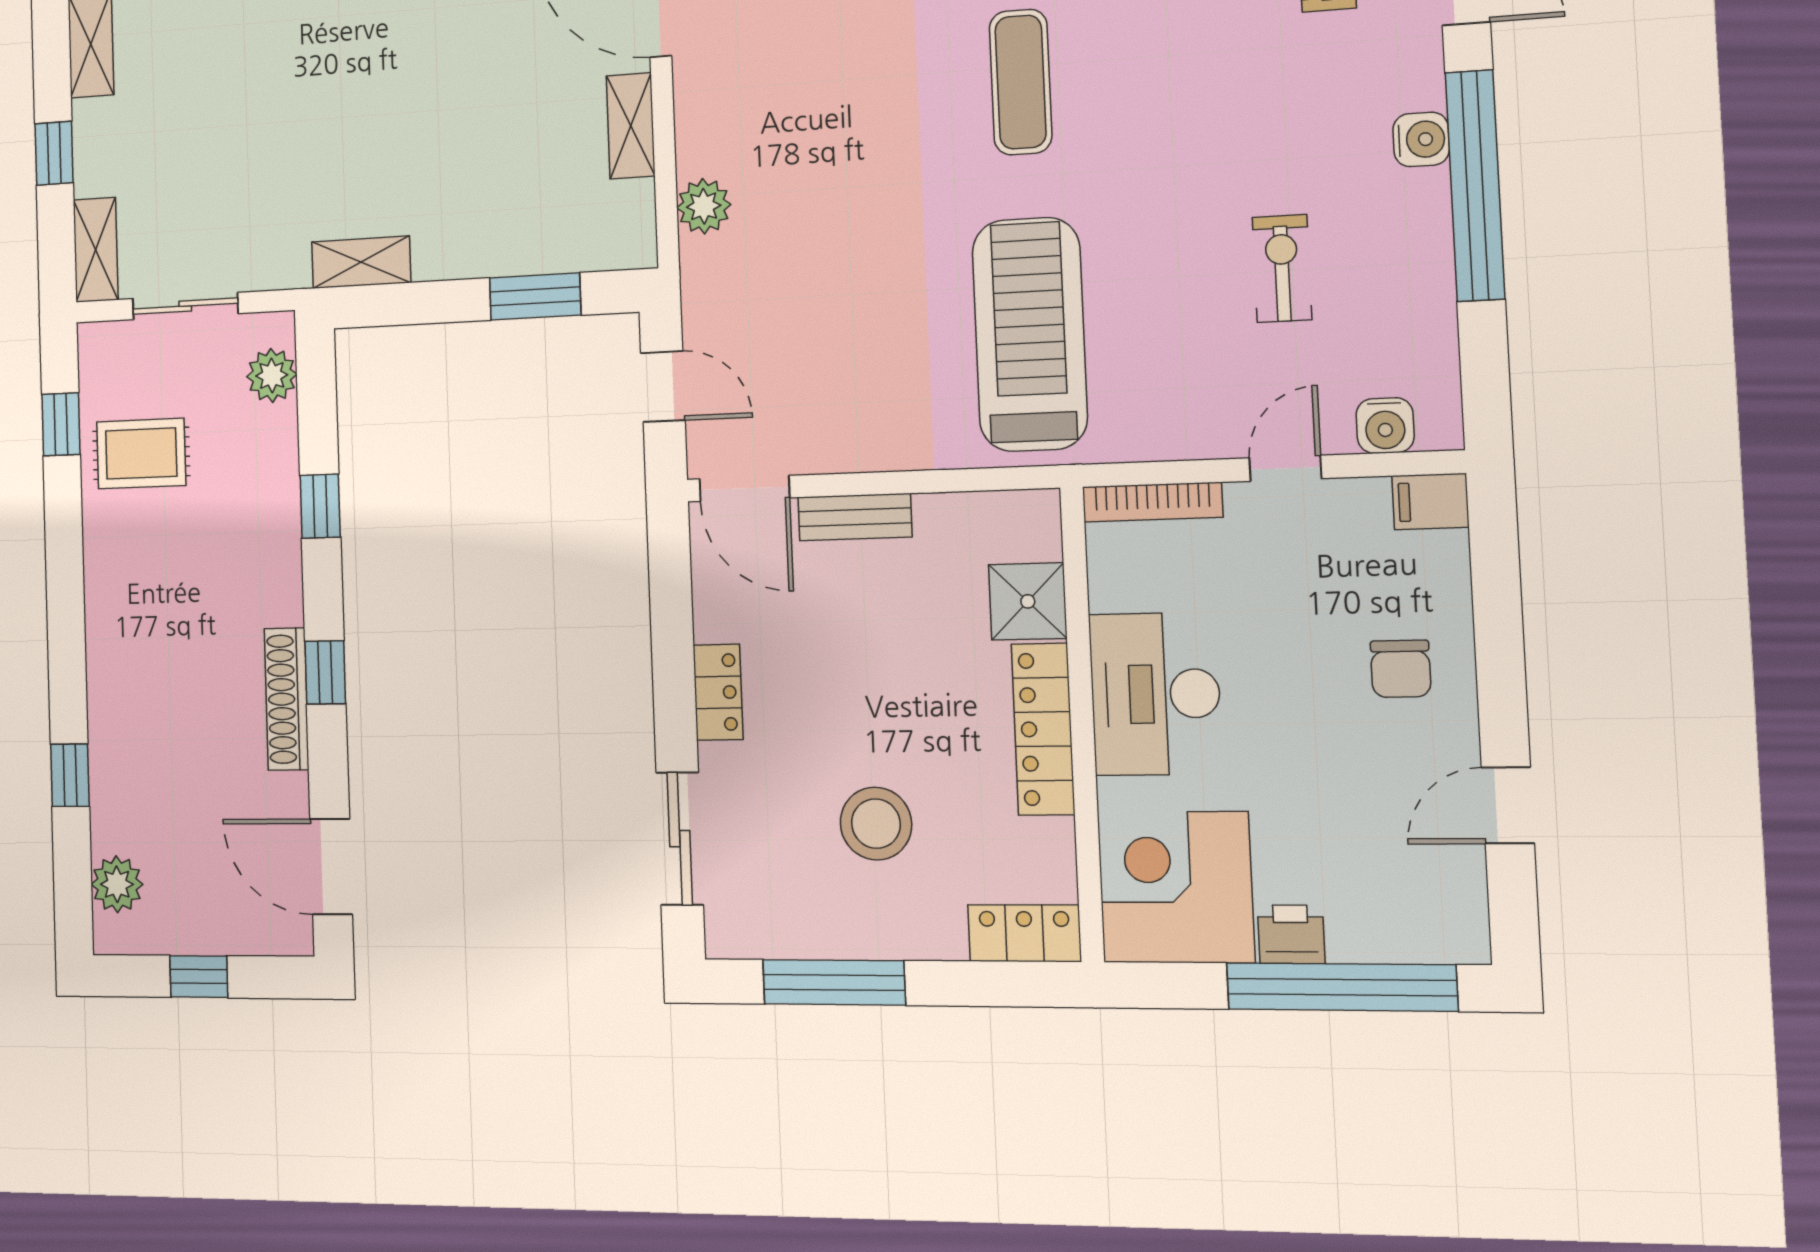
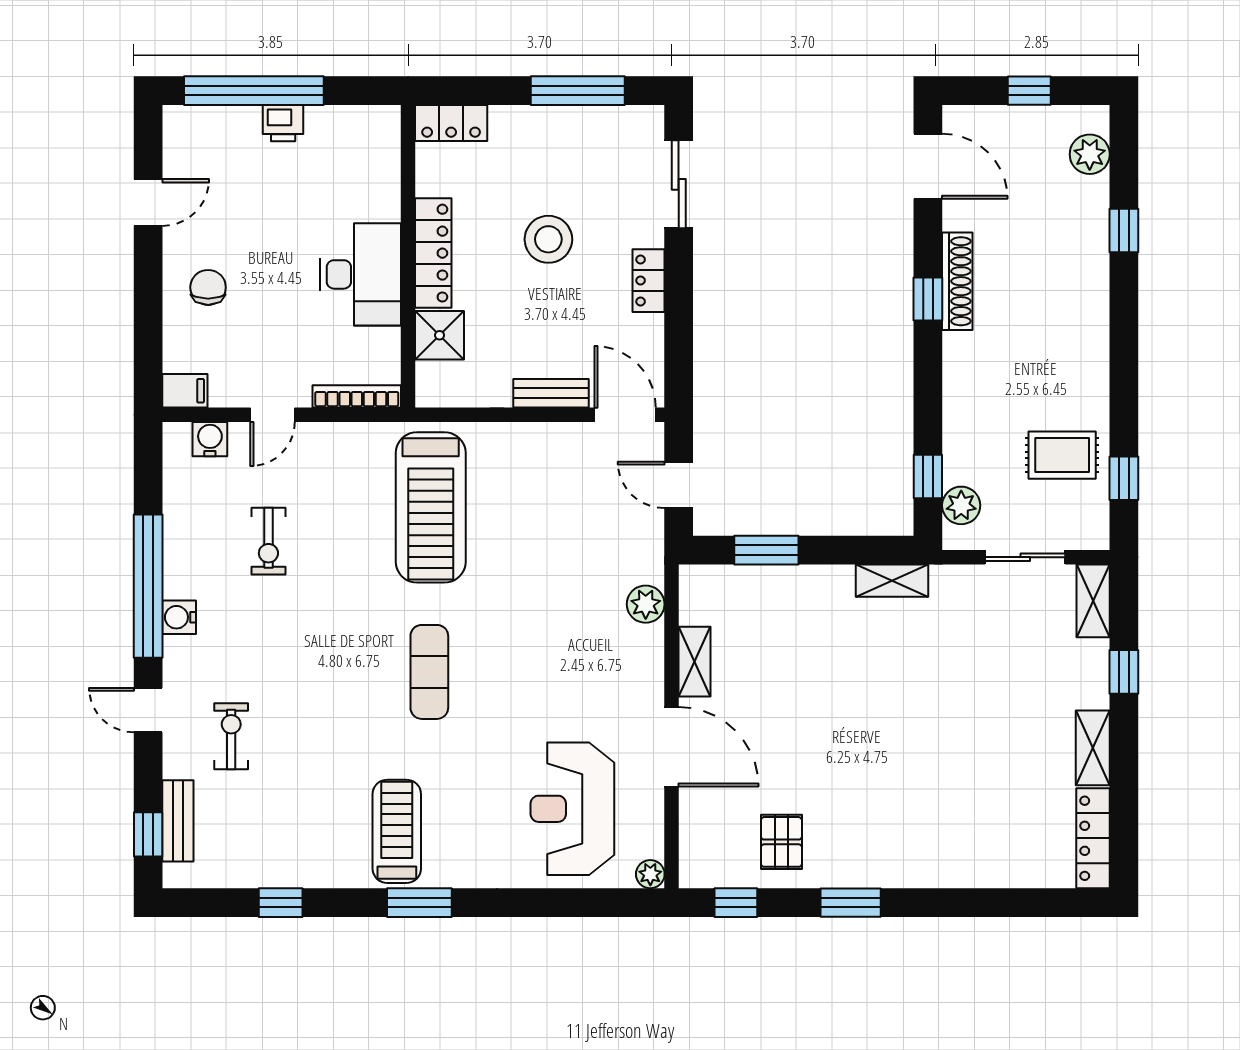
window: (320, 506) -> (928, 476), moved
stool: (876, 824) -> (548, 239), moved
corner desk: (1176, 887) -> (353, 152), removed

